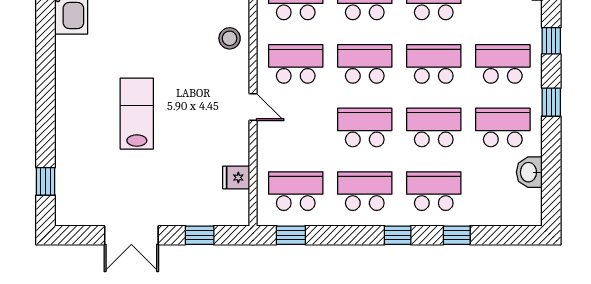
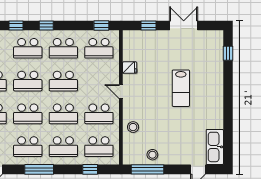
fridge: (236, 178) -> (130, 68), moved

